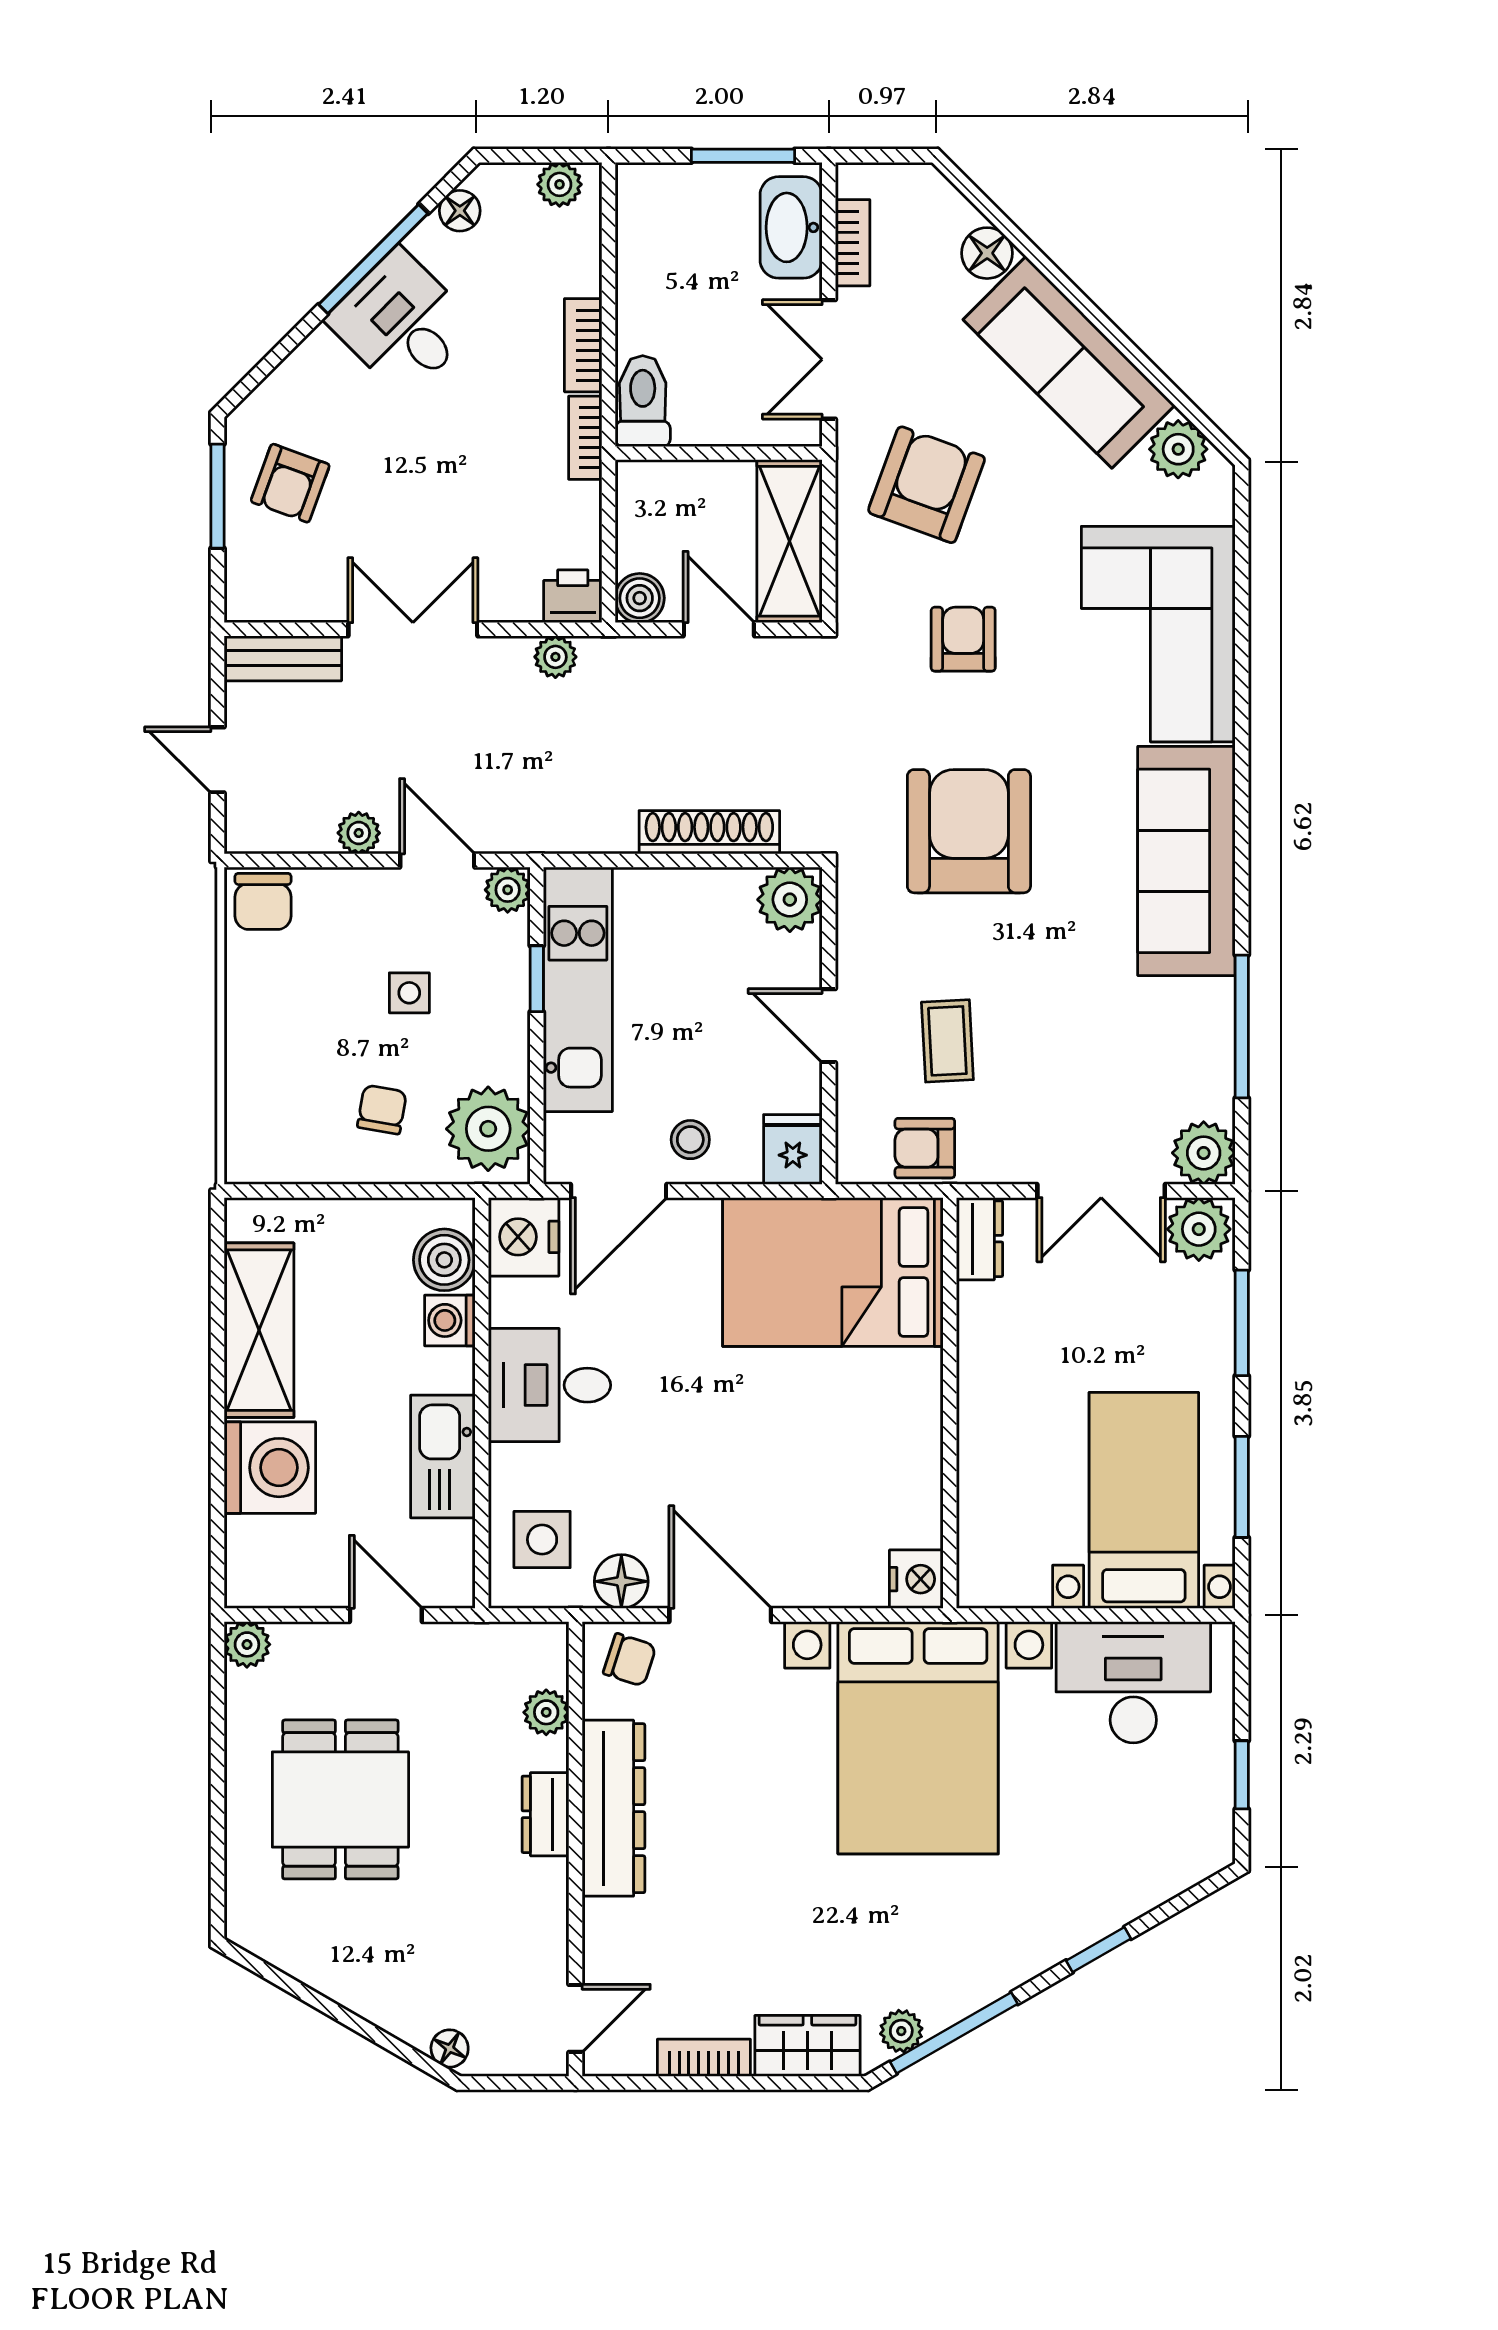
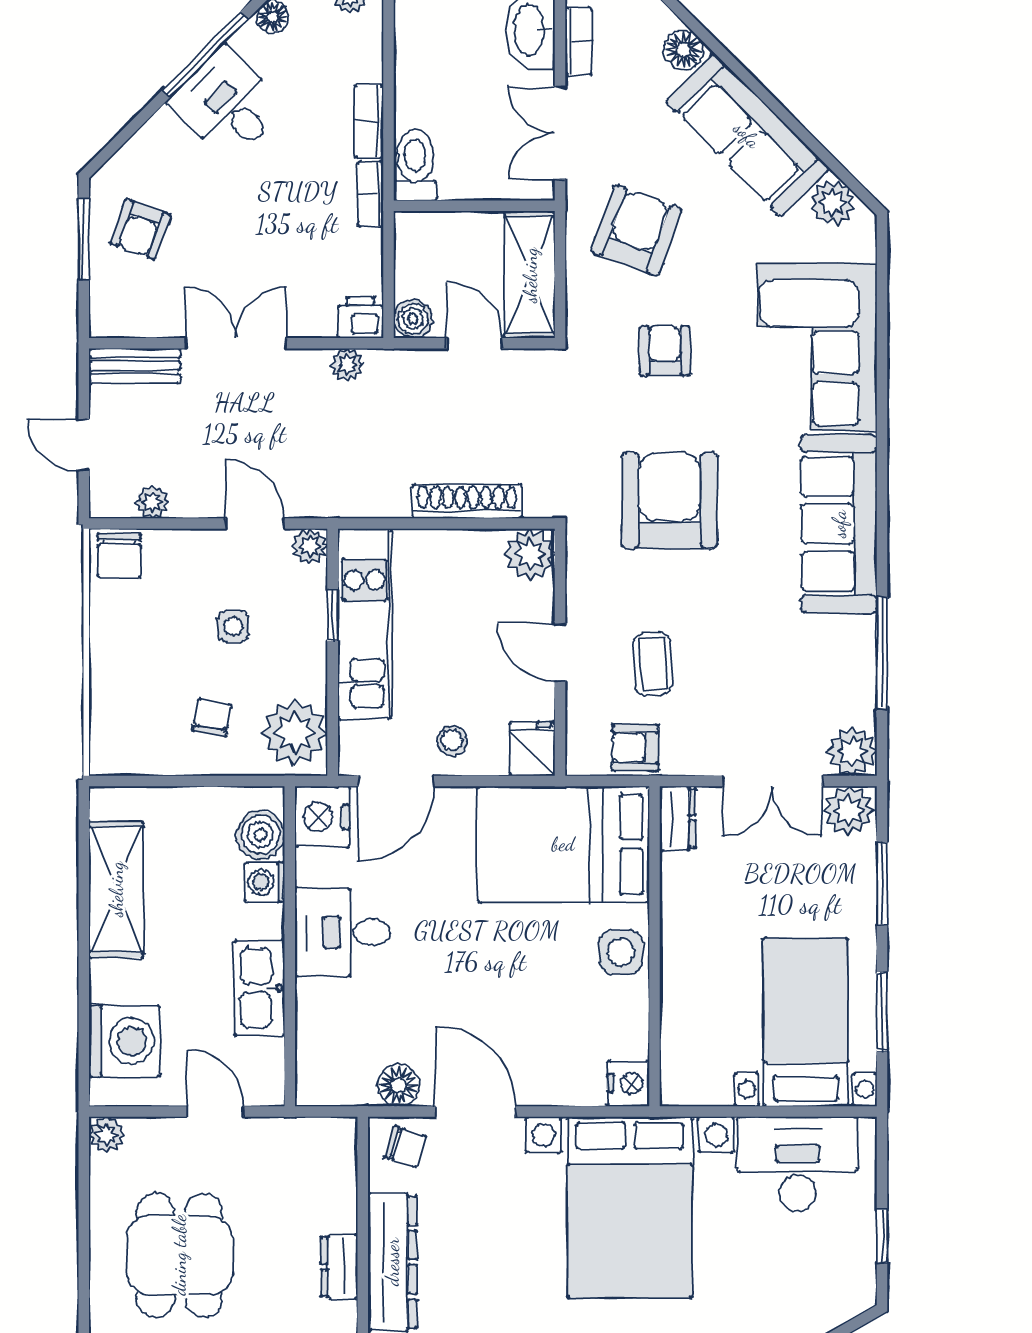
plant: (359, 833) -> (152, 502), moved
washing machine: (270, 1468) -> (124, 1041), moved
side table: (542, 1540) -> (621, 952), moved
plant: (546, 1712) -> (340, 1187), removed

